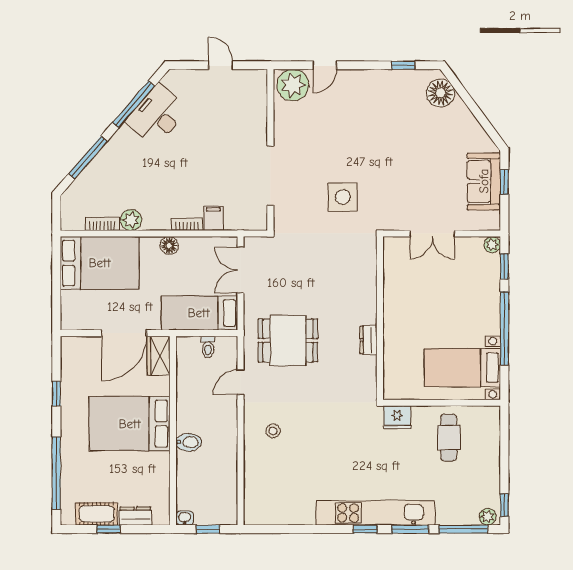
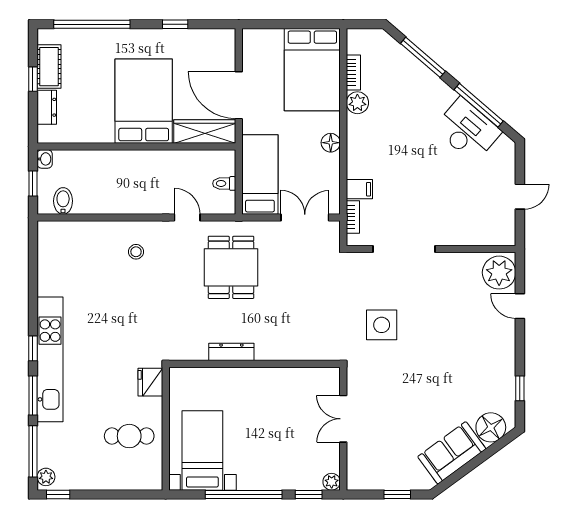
sofa: (484, 181) -> (452, 453), moved, turned -36
bookcase: (187, 224) -> (353, 217), moved
dresser: (368, 340) -> (231, 352), width x1.44
wardrobe: (158, 356) -> (205, 131), width x1.50
bidet: (189, 442) -> (63, 201), moved, turned 180

